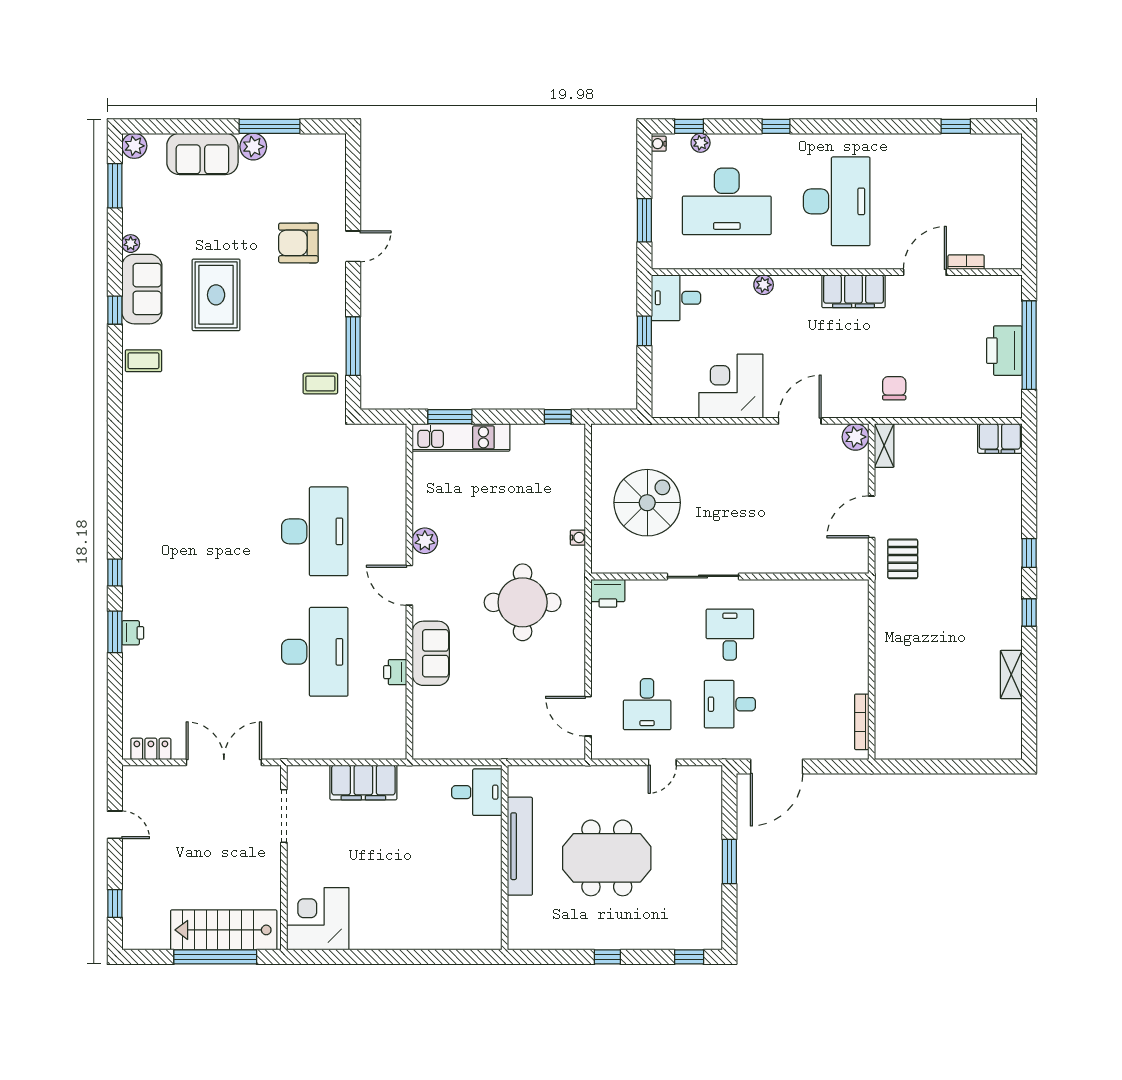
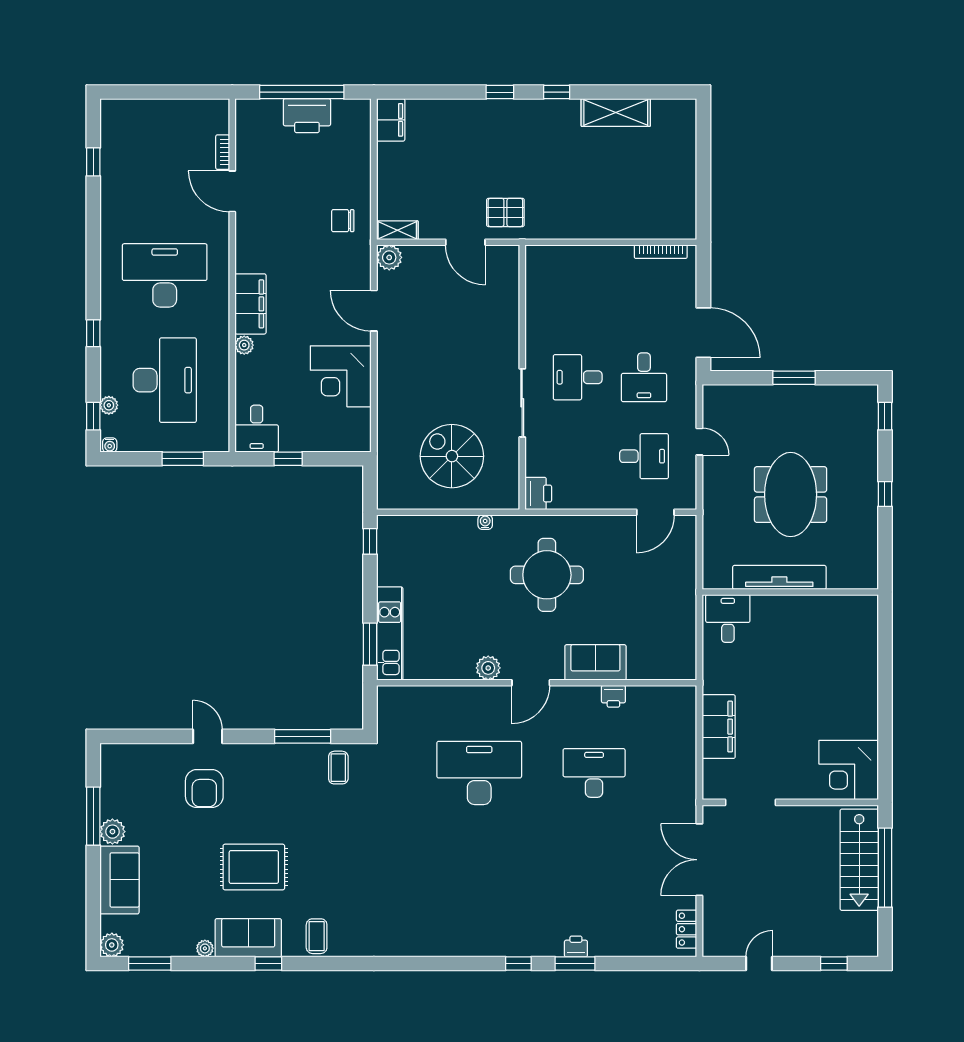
filing cabinet: (853, 291) -> (250, 304), moved
desk: (315, 652) -> (594, 773), width x0.73, depth x0.77
shelving: (1011, 675) -> (616, 113), width x1.50, depth x1.33

